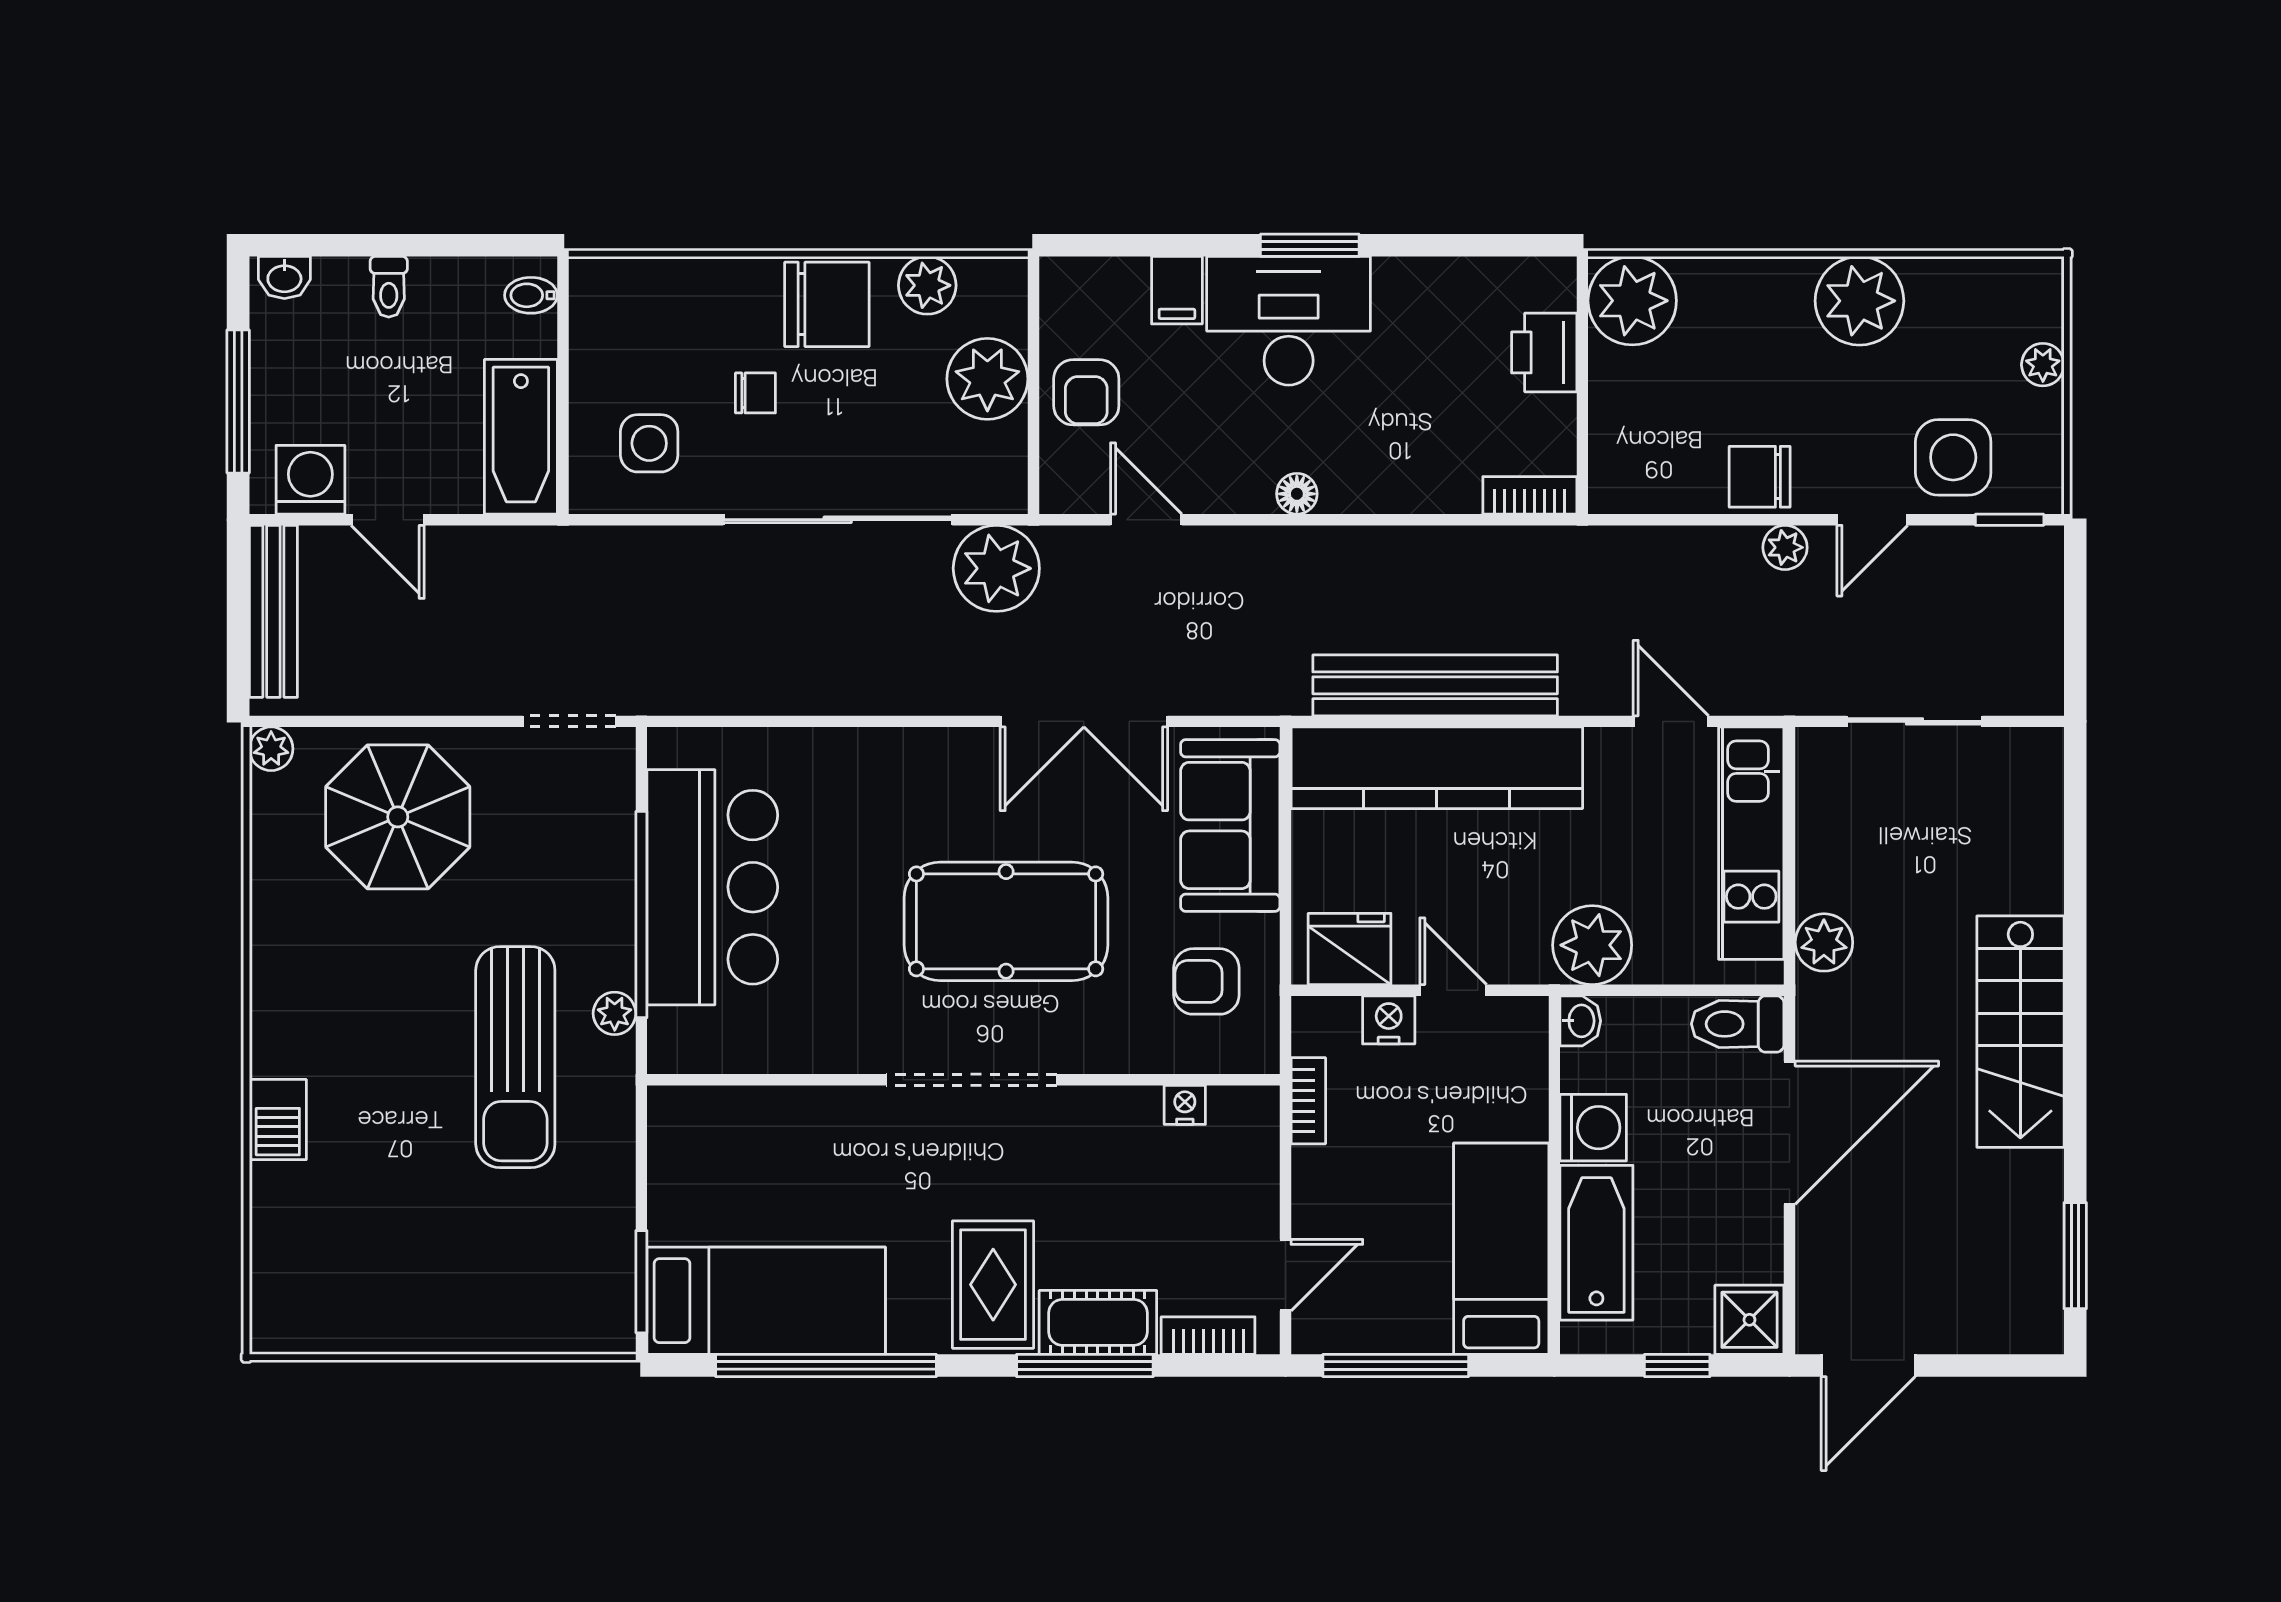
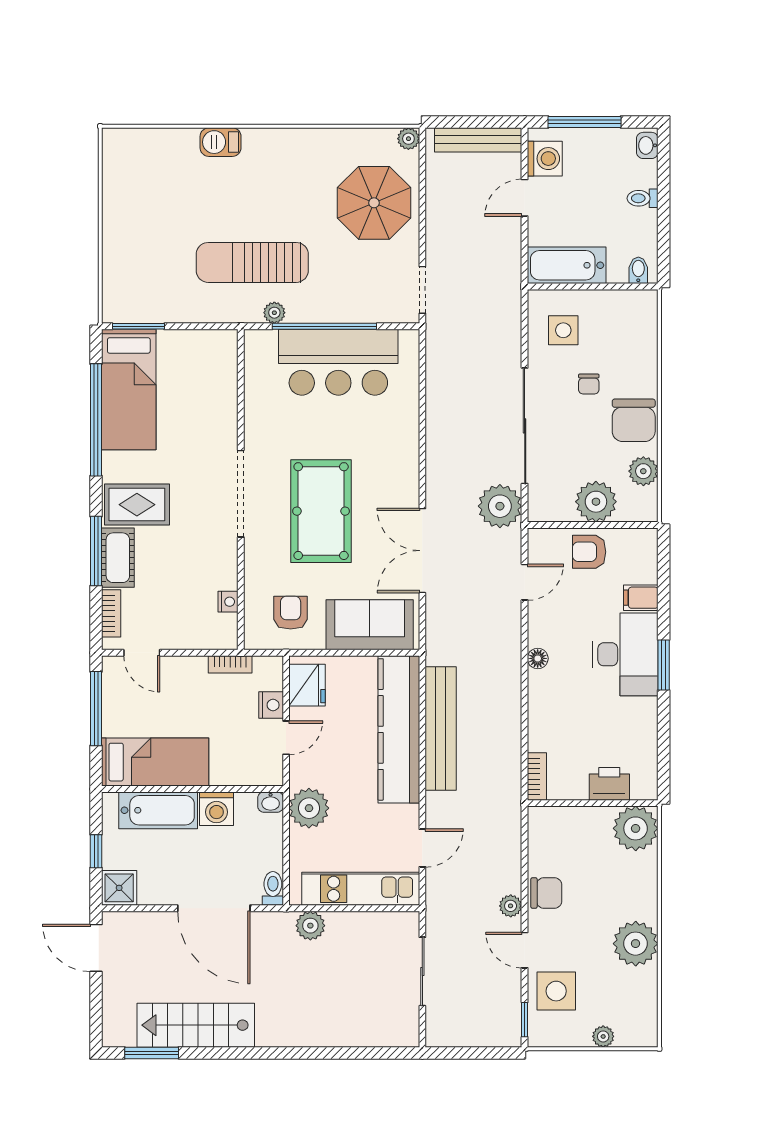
chair: (1760, 477) -> (546, 893), turned 90
toilet: (1738, 1024) -> (273, 888), width x0.73, depth x0.72
stairs: (2020, 1032) -> (196, 1025), moved

